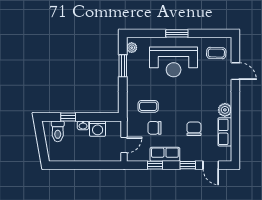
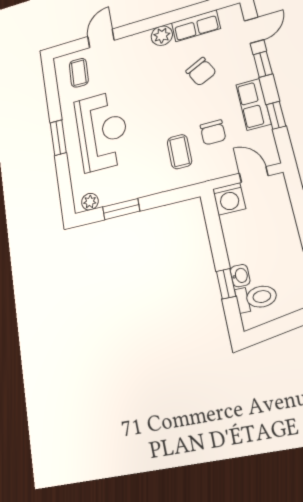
washbasin: (83, 125) -> (240, 276), moved
washing machine: (98, 129) -> (229, 199), moved, turned 90
chair: (194, 129) -> (201, 72), turned -116

